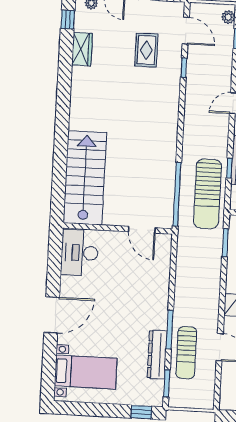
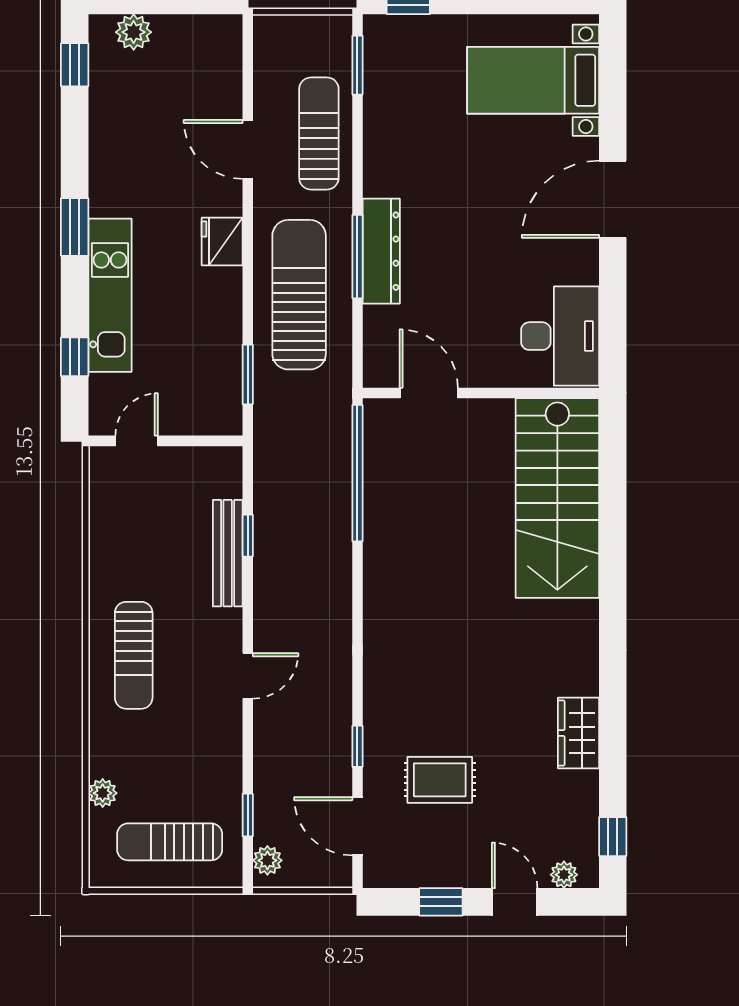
wardrobe: (82, 49) -> (578, 733), moved
rug: (146, 50) -> (440, 780), turned 90
sun lounger: (207, 194) -> (299, 295), moved
window: (170, 330) -> (357, 257), moved
dresser: (157, 355) -> (381, 251), moved

